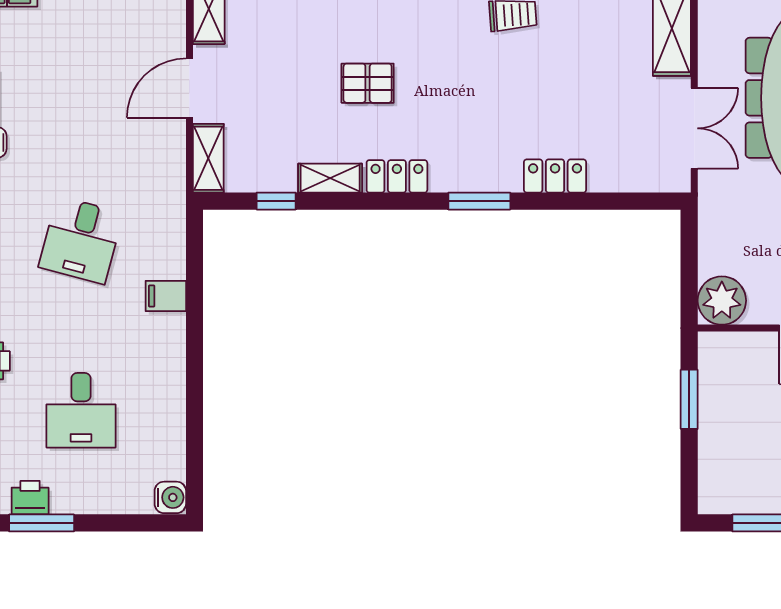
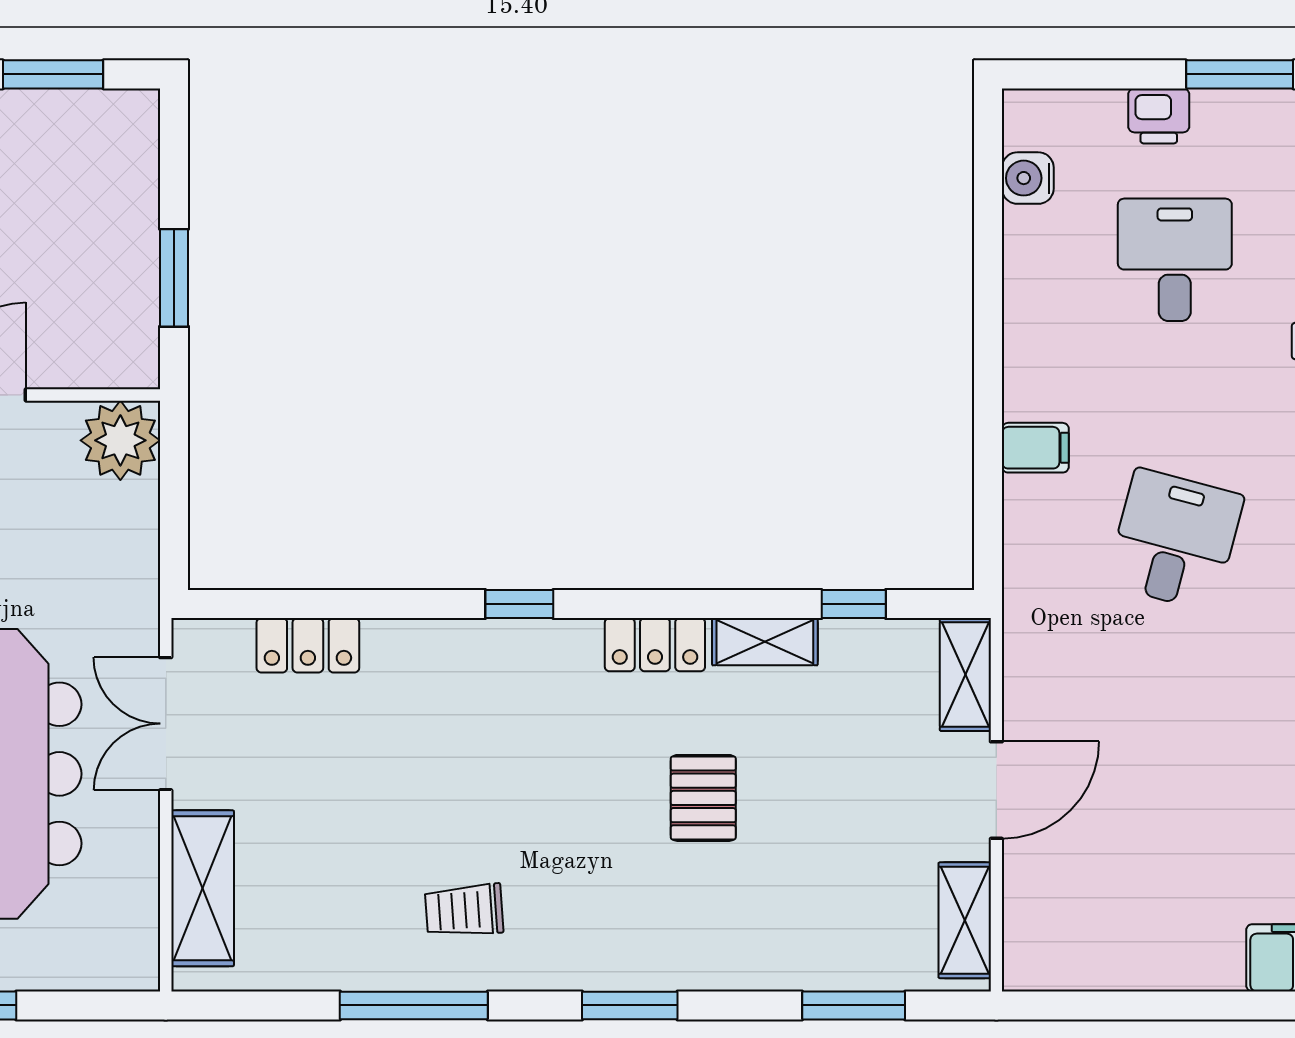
pallet: (368, 83) -> (703, 798), turned 90
locker: (555, 176) -> (308, 645), moved
window: (479, 201) -> (519, 604), width x0.67
water cooler: (170, 497) -> (1028, 178), moved
printer: (30, 498) -> (1159, 116), moved

